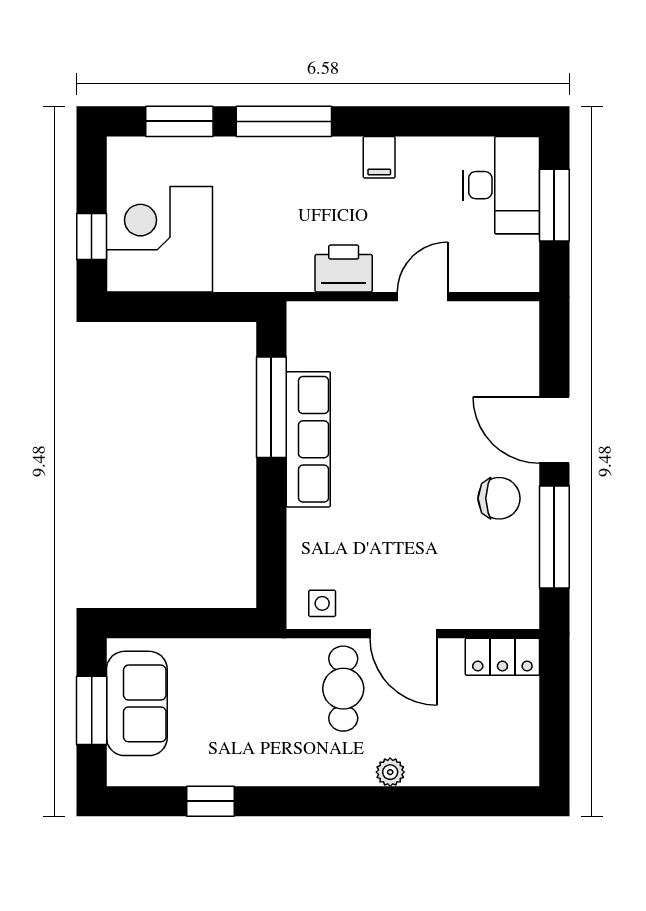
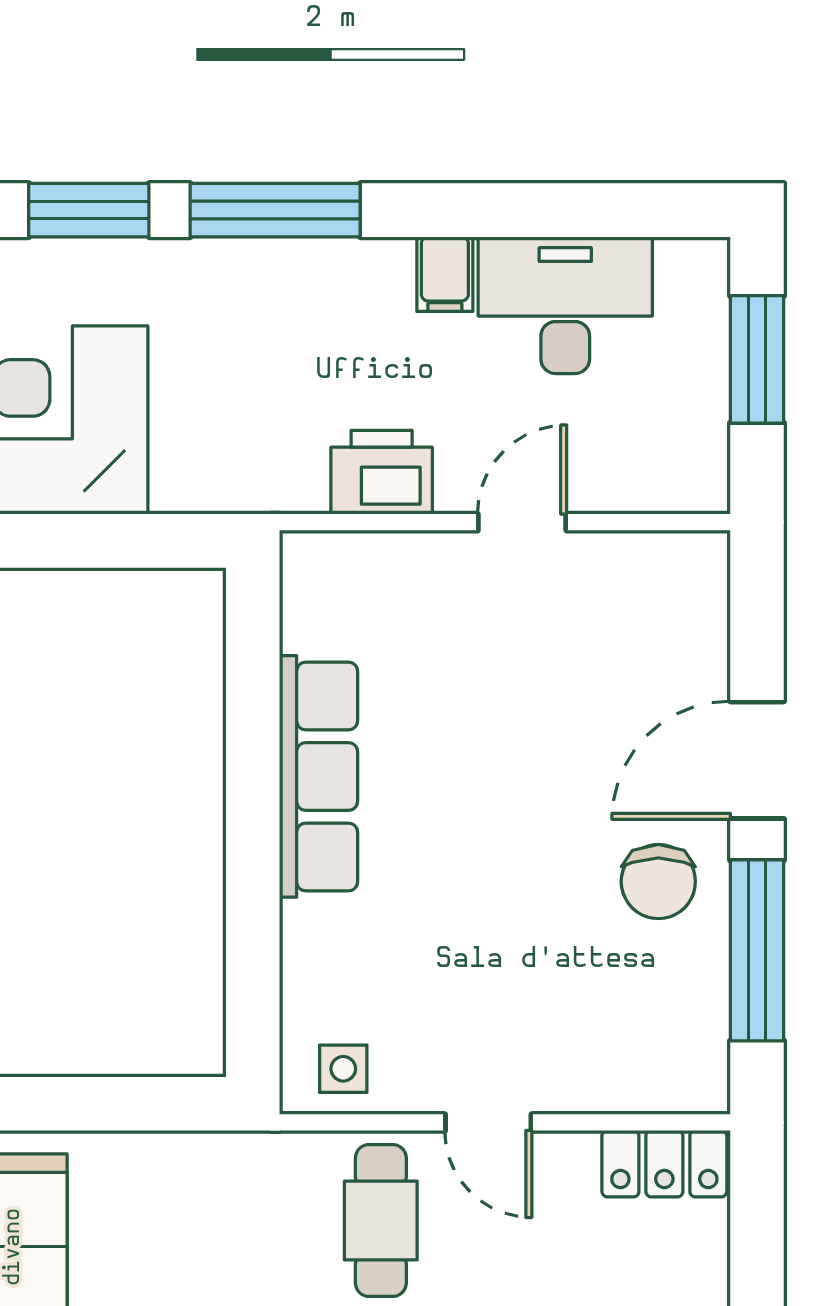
desk: (501, 185) -> (565, 305), moved, turned -90
window: (271, 407) -> (253, 719), removed
door: (554, 430) -> (757, 760), hinge flipped
chair: (499, 498) -> (658, 882), turned 90
door: (404, 634) -> (488, 1122), width x0.73

